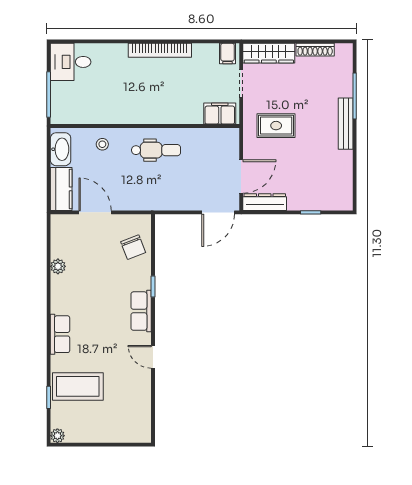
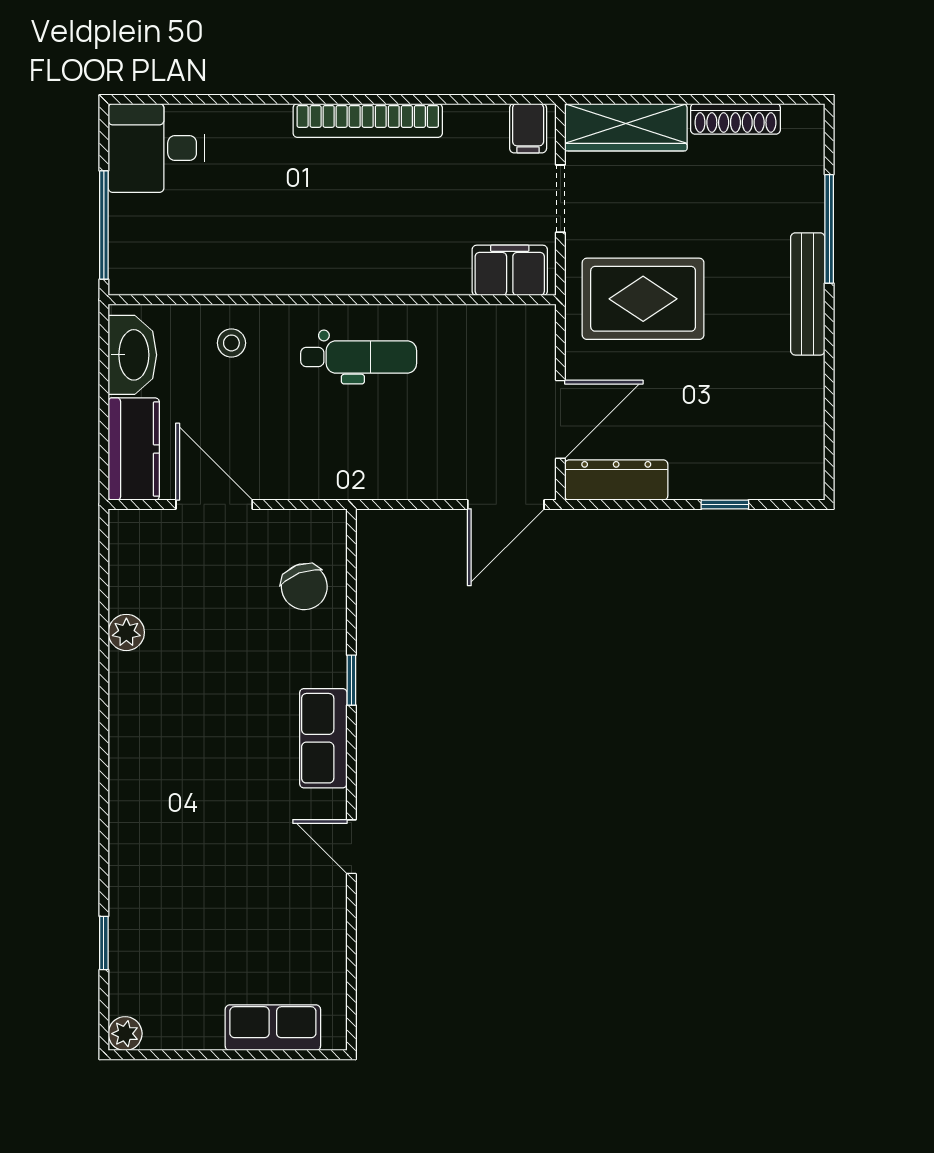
rug: (276, 126) -> (643, 299), width x1.36, depth x1.43
row of seats: (60, 334) -> (273, 1028), moved, turned -90
coffee table: (78, 386) -> (173, 917), removed

